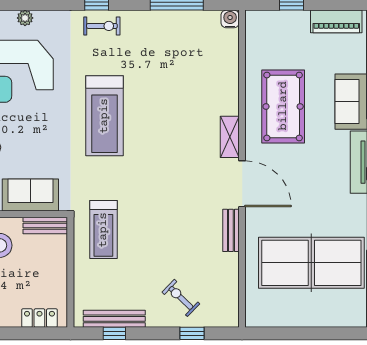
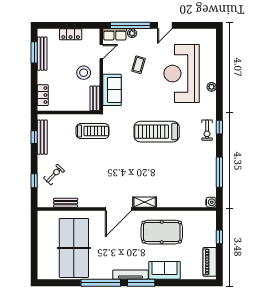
treadmill: (103, 230) -> (93, 131), turned 180
bench: (231, 230) -> (66, 203), moved

